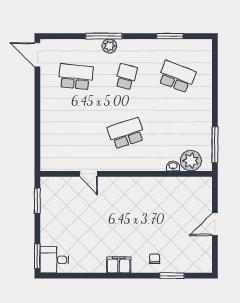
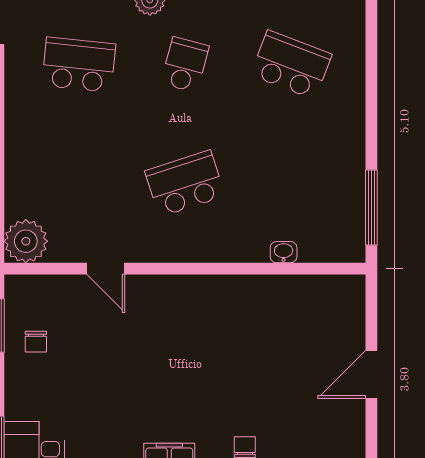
plant: (191, 161) -> (26, 241), moved
chair: (55, 209) -> (36, 342), added

